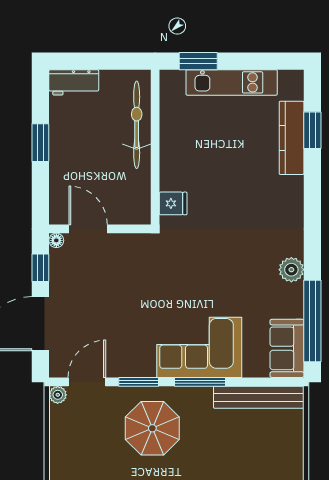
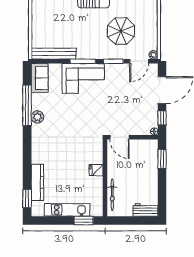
bicycle: (137, 125) -> (112, 195), width x0.73, depth x0.71
window: (312, 130) -> (27, 199), moved
window: (40, 143) -> (162, 159), moved
fridge: (173, 203) -> (96, 170), moved
door: (88, 229) -> (119, 137), moved
window: (312, 321) -> (27, 105), moved
parasol: (152, 428) -> (121, 31), moved

